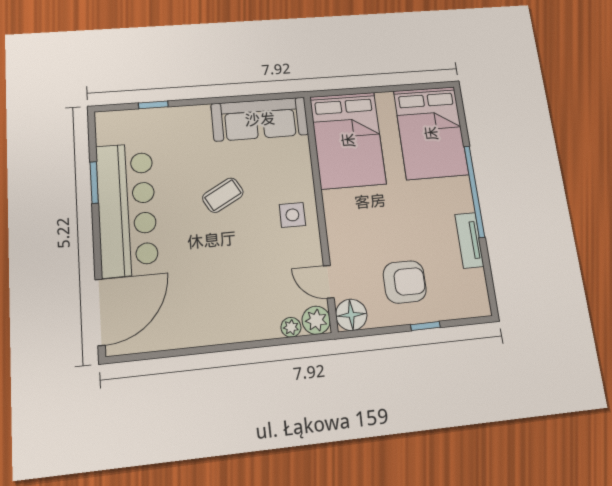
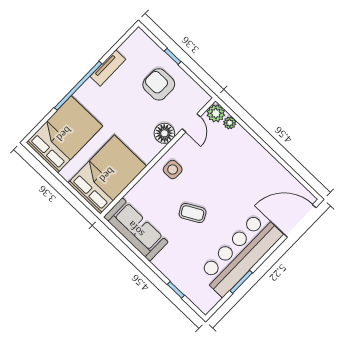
floor lamp: (351, 315) -> (164, 133), moved

